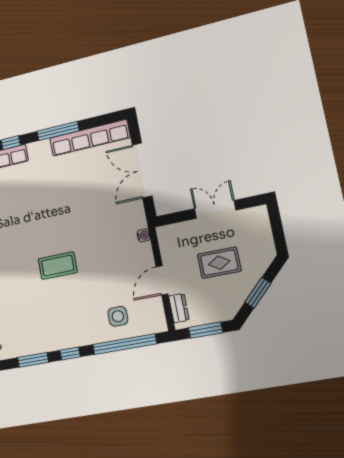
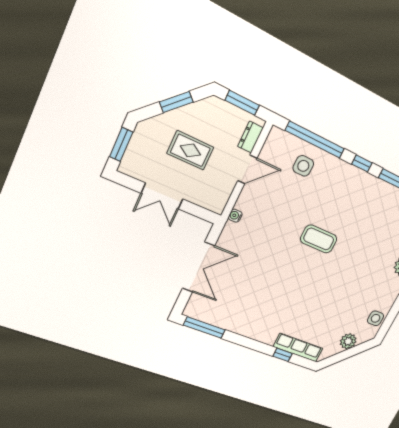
window: (58, 131) -> (204, 328), moved
row of seats: (90, 138) -> (221, 319), removed
window: (277, 228) -> (121, 144), added

